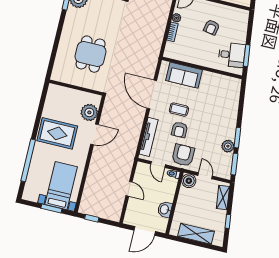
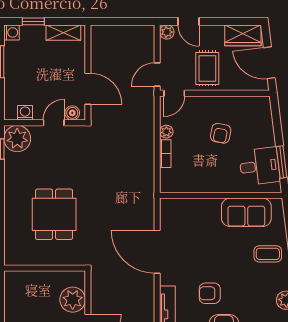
sofa: (184, 75) -> (246, 212), moved
coffee table: (179, 110) -> (268, 254), moved
armchair: (179, 130) -> (210, 293), turned 90

